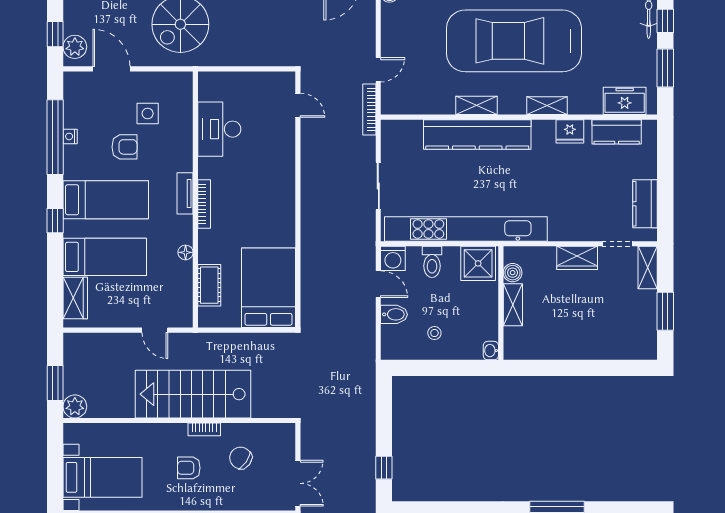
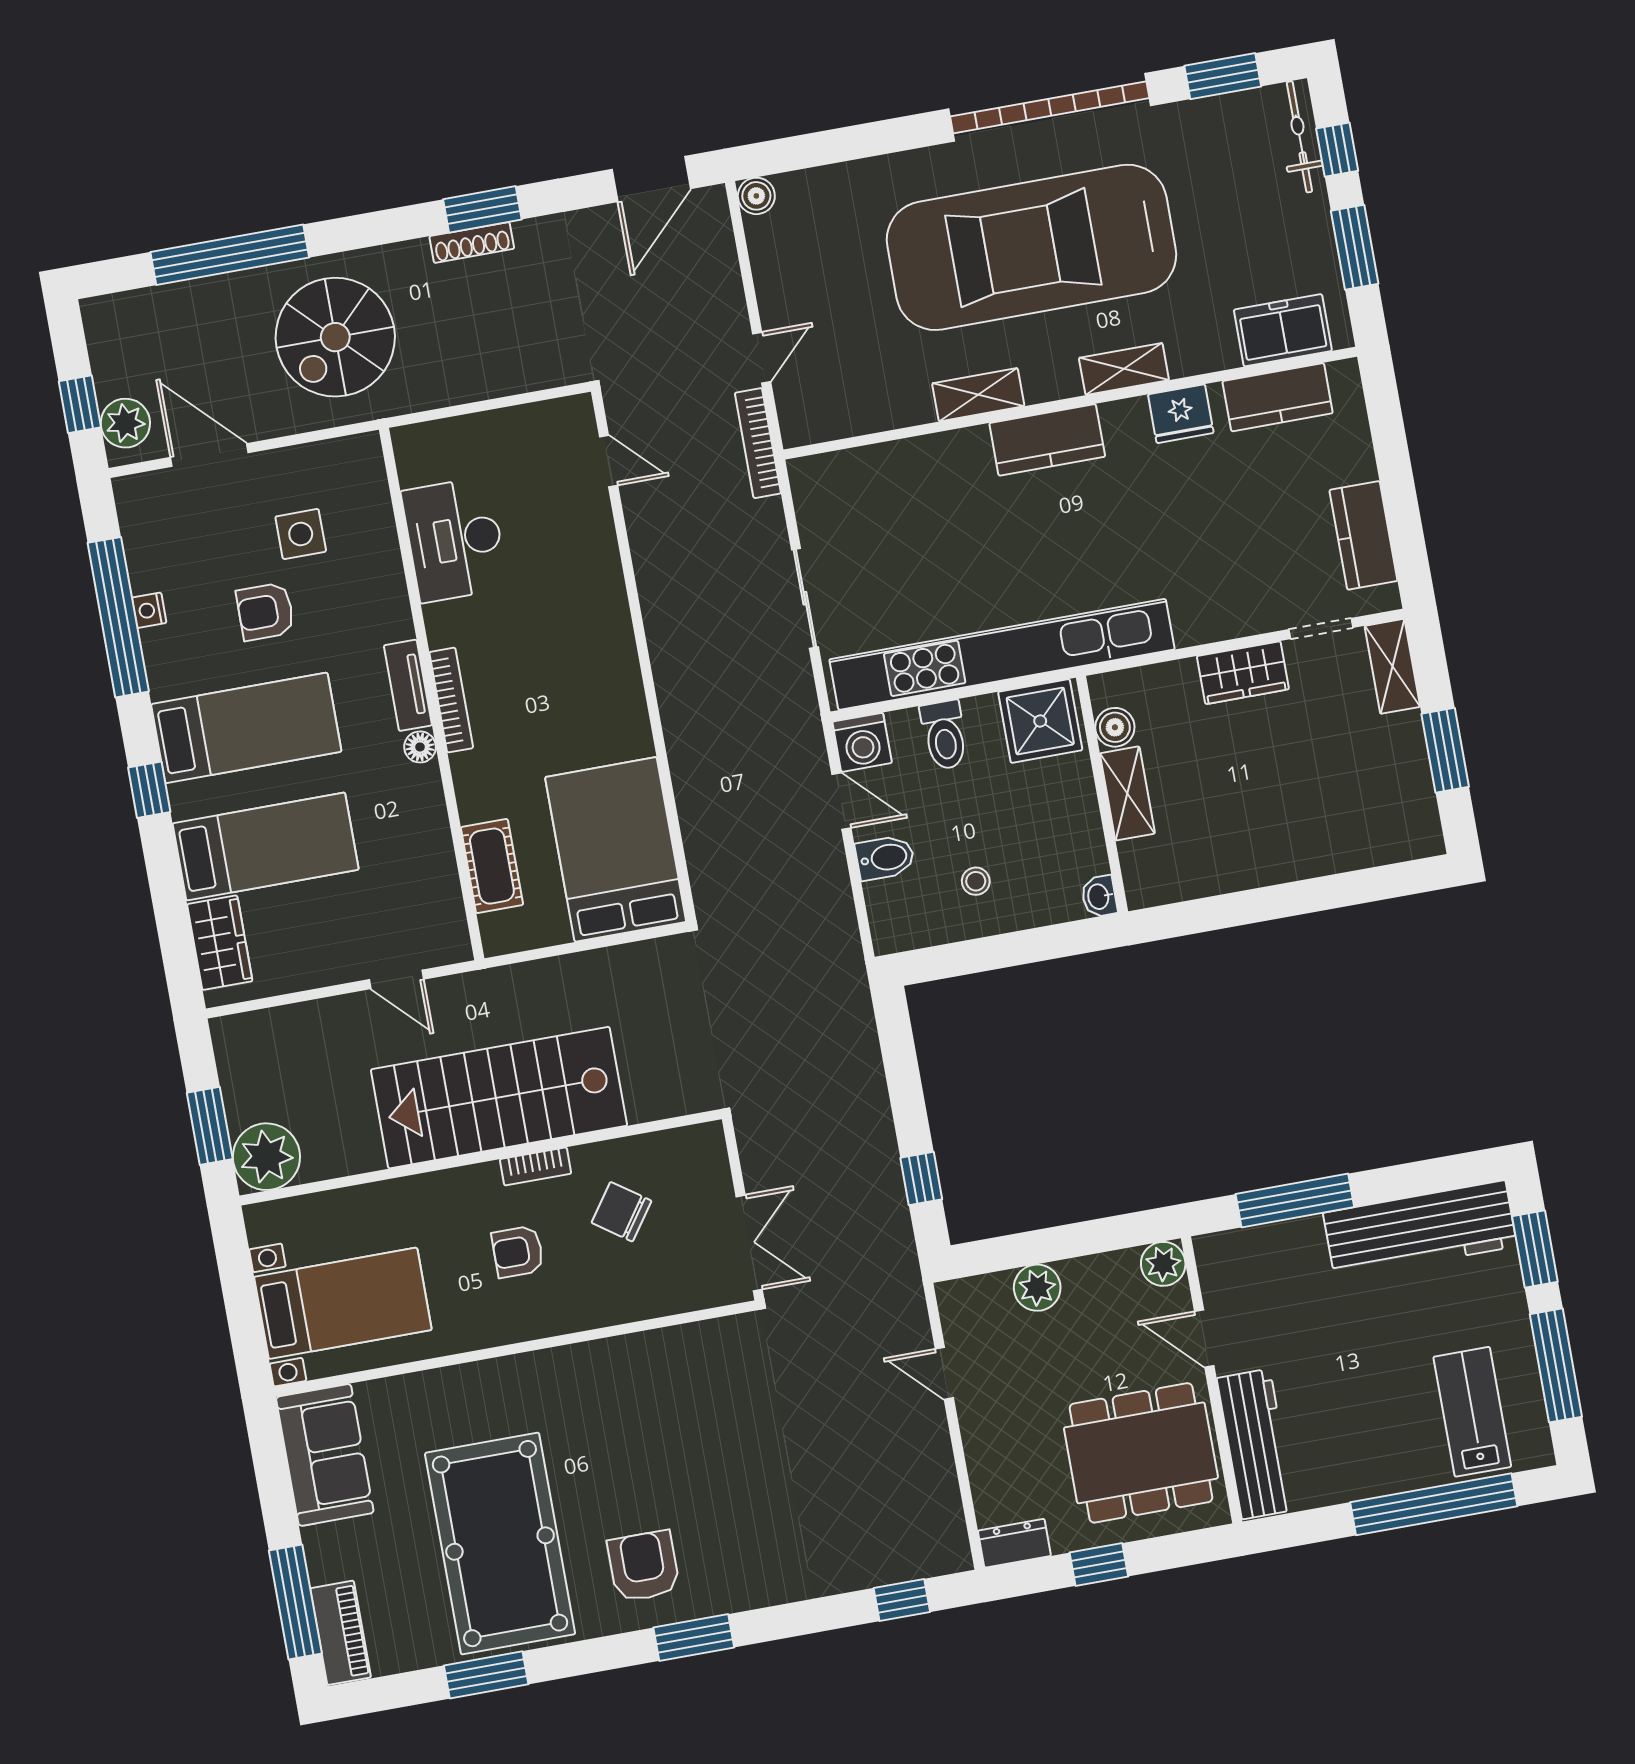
kitchen counter: (477, 135) -> (1047, 440), width x0.48, depth x0.86
armchair: (125, 147) -> (265, 612), turned 180
floor lamp: (186, 252) -> (420, 747), moved
plant: (75, 406) -> (266, 1157), width x1.36, depth x1.36

